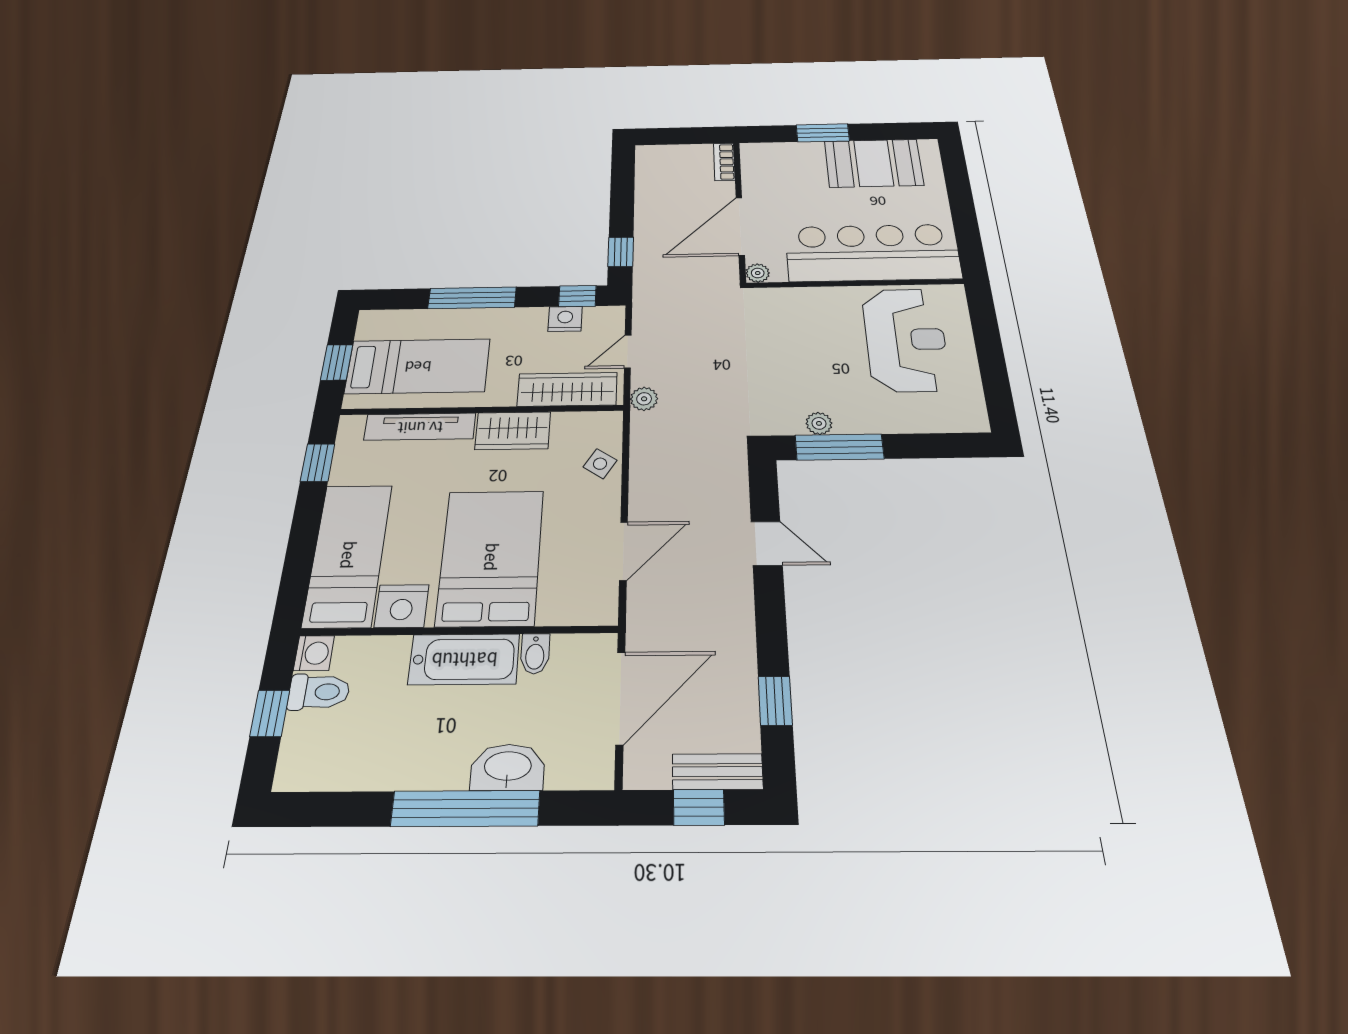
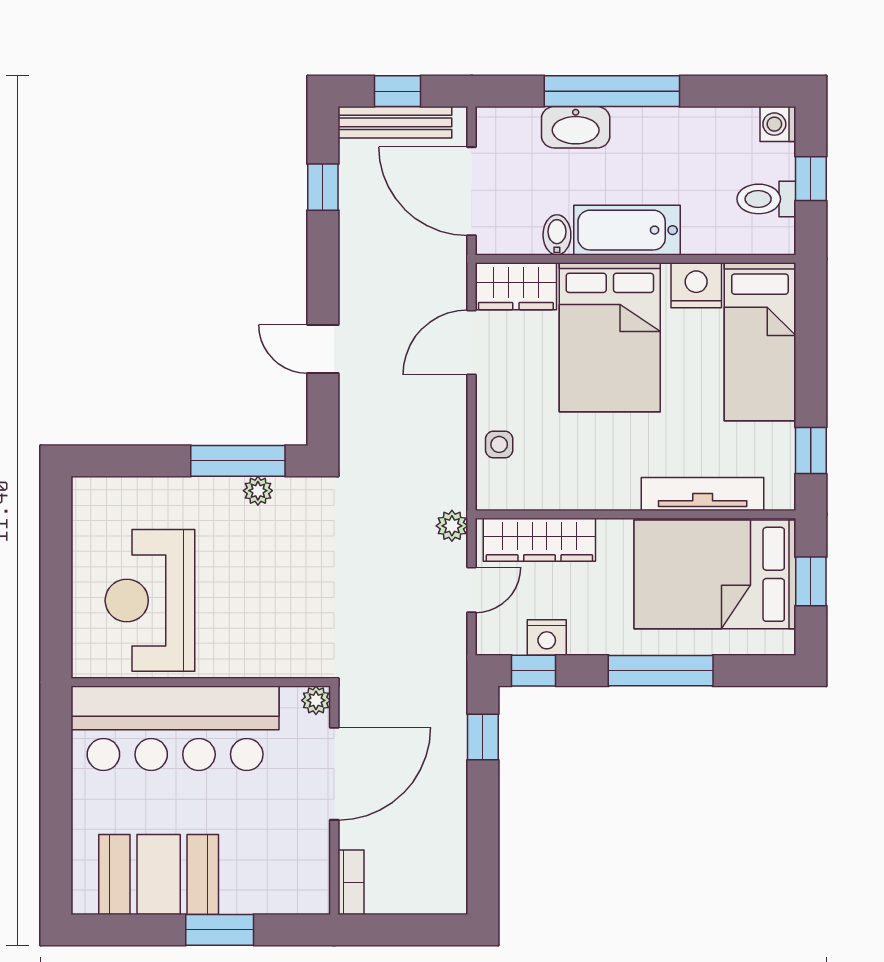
bed: (418, 366) -> (715, 574), width x1.50
wardrobe: (513, 431) -> (516, 286), moved, turned 180
side table: (600, 464) -> (499, 444), turned -33
washing machine: (314, 653) -> (778, 124), moved
door: (620, 698) -> (471, 191), hinge flipped
bench: (718, 772) -> (395, 122), width x1.36

